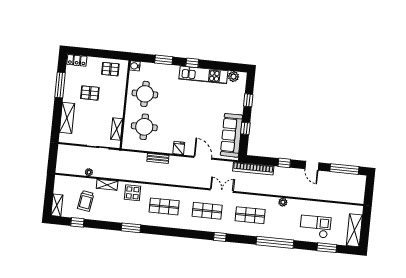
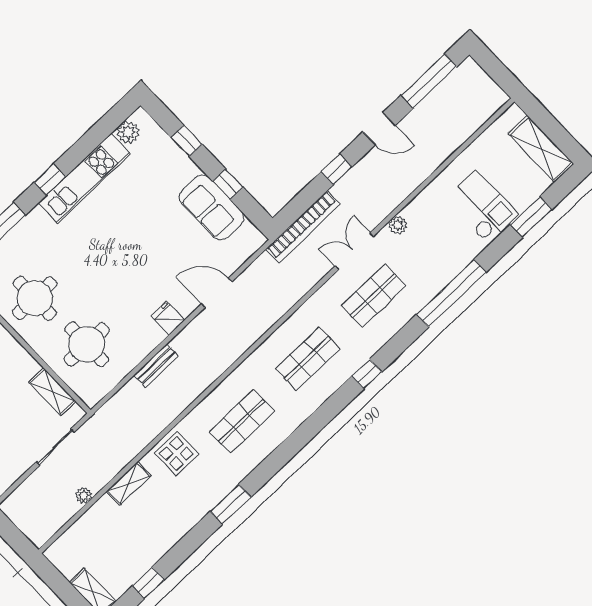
sofa: (231, 135) -> (212, 207), width x0.73
double door: (222, 191) -> (354, 251), moved
trolley: (86, 201) -> (125, 540), removed
checkout: (315, 227) -> (481, 207), turned 90

